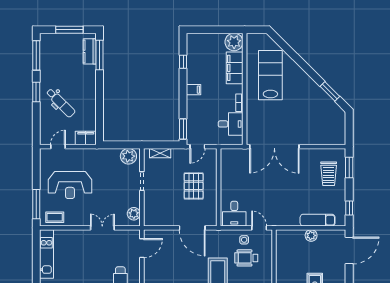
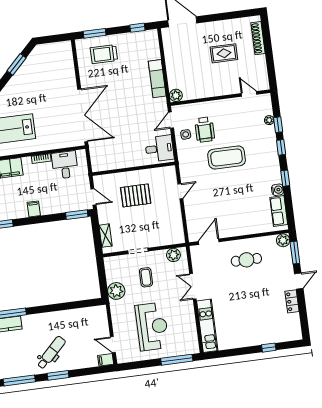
dental chair: (61, 103) -> (51, 353), moved
filing cabinet: (86, 138) -> (106, 360), moved, width x0.50
plant: (128, 156) -> (116, 291), moved
trolley: (329, 174) -> (104, 54), turned 180
coffee table: (55, 217) -> (146, 277), moved
exam couch: (318, 220) -> (157, 79), moved
door: (192, 228) -> (180, 191), width x0.53
plant: (311, 235) -> (176, 95), moved
door: (142, 248) -> (209, 242), hinge flipped
kitchen unit: (46, 254) -> (207, 326), moved, turned 90

